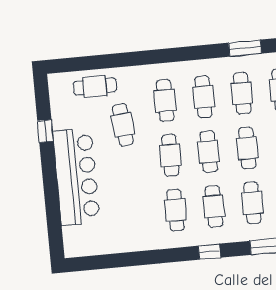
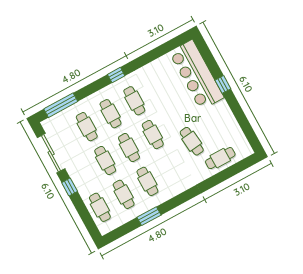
window: (245, 48) -> (149, 216), moved
cafe table: (165, 101) -> (171, 168), removed
window: (45, 131) -> (223, 84), moved
bar counter: (76, 177) -> (196, 75), moved
window: (210, 252) -> (116, 75), moved

